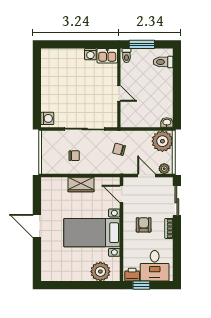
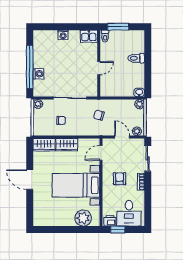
washing machine: (90, 54) -> (63, 35), moved
toilet: (163, 62) -> (136, 58), moved
window: (37, 92) -> (30, 67), added
door: (119, 93) -> (99, 68), hinge flipped
washing machine: (47, 118) -> (38, 74), moved
plant: (47, 136) -> (38, 104), added
plant: (162, 141) -> (140, 104), width x0.53, depth x0.53
wardrobe: (54, 185) -> (44, 145), added
door: (122, 194) -> (101, 153), hinge flipped

